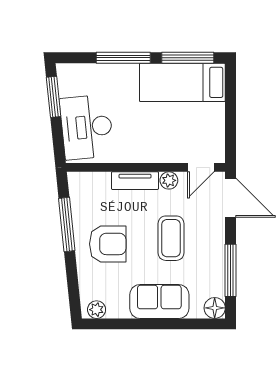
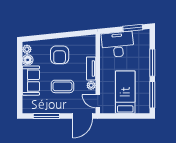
bed: (182, 82) -> (125, 92), moved
window: (67, 224) -> (69, 35), removed
floor lamp: (215, 308) -> (28, 60), moved

